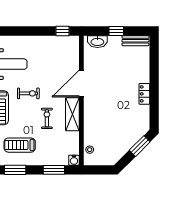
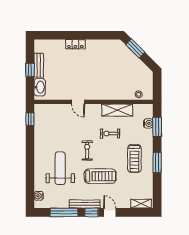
bench: (135, 41) -> (39, 65), moved
door: (81, 83) -> (78, 102), width x0.53
locker: (144, 94) -> (75, 44), moved
shelving: (72, 114) -> (117, 110), moved
water cooler: (74, 160) -> (148, 123), moved

